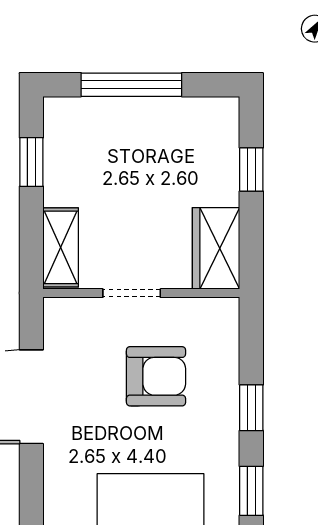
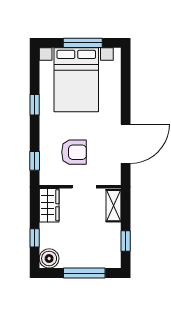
boiler: (216, 120) -> (49, 258), added
armchair: (156, 376) -> (74, 152), turned 180
window: (251, 408) -> (35, 161), moved

